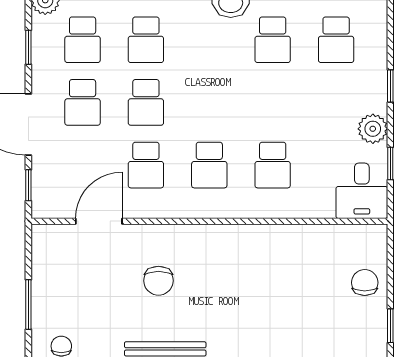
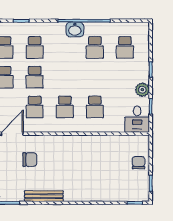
chair: (158, 281) -> (30, 160), moved, turned -90

